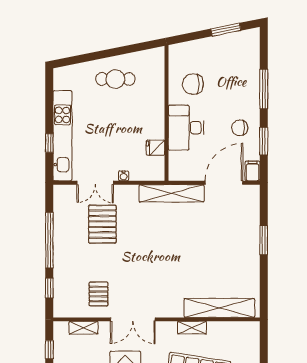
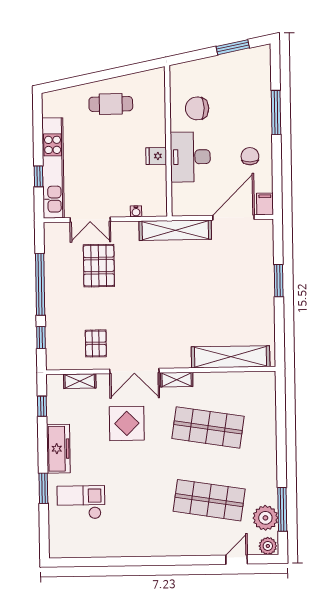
chair: (240, 128) -> (250, 156), turned 90
window: (264, 141) -> (277, 171), removed
fridge: (156, 148) -> (156, 156), moved
water cooler: (124, 176) -> (136, 211), moved
shelving: (192, 328) -> (177, 380), moved

